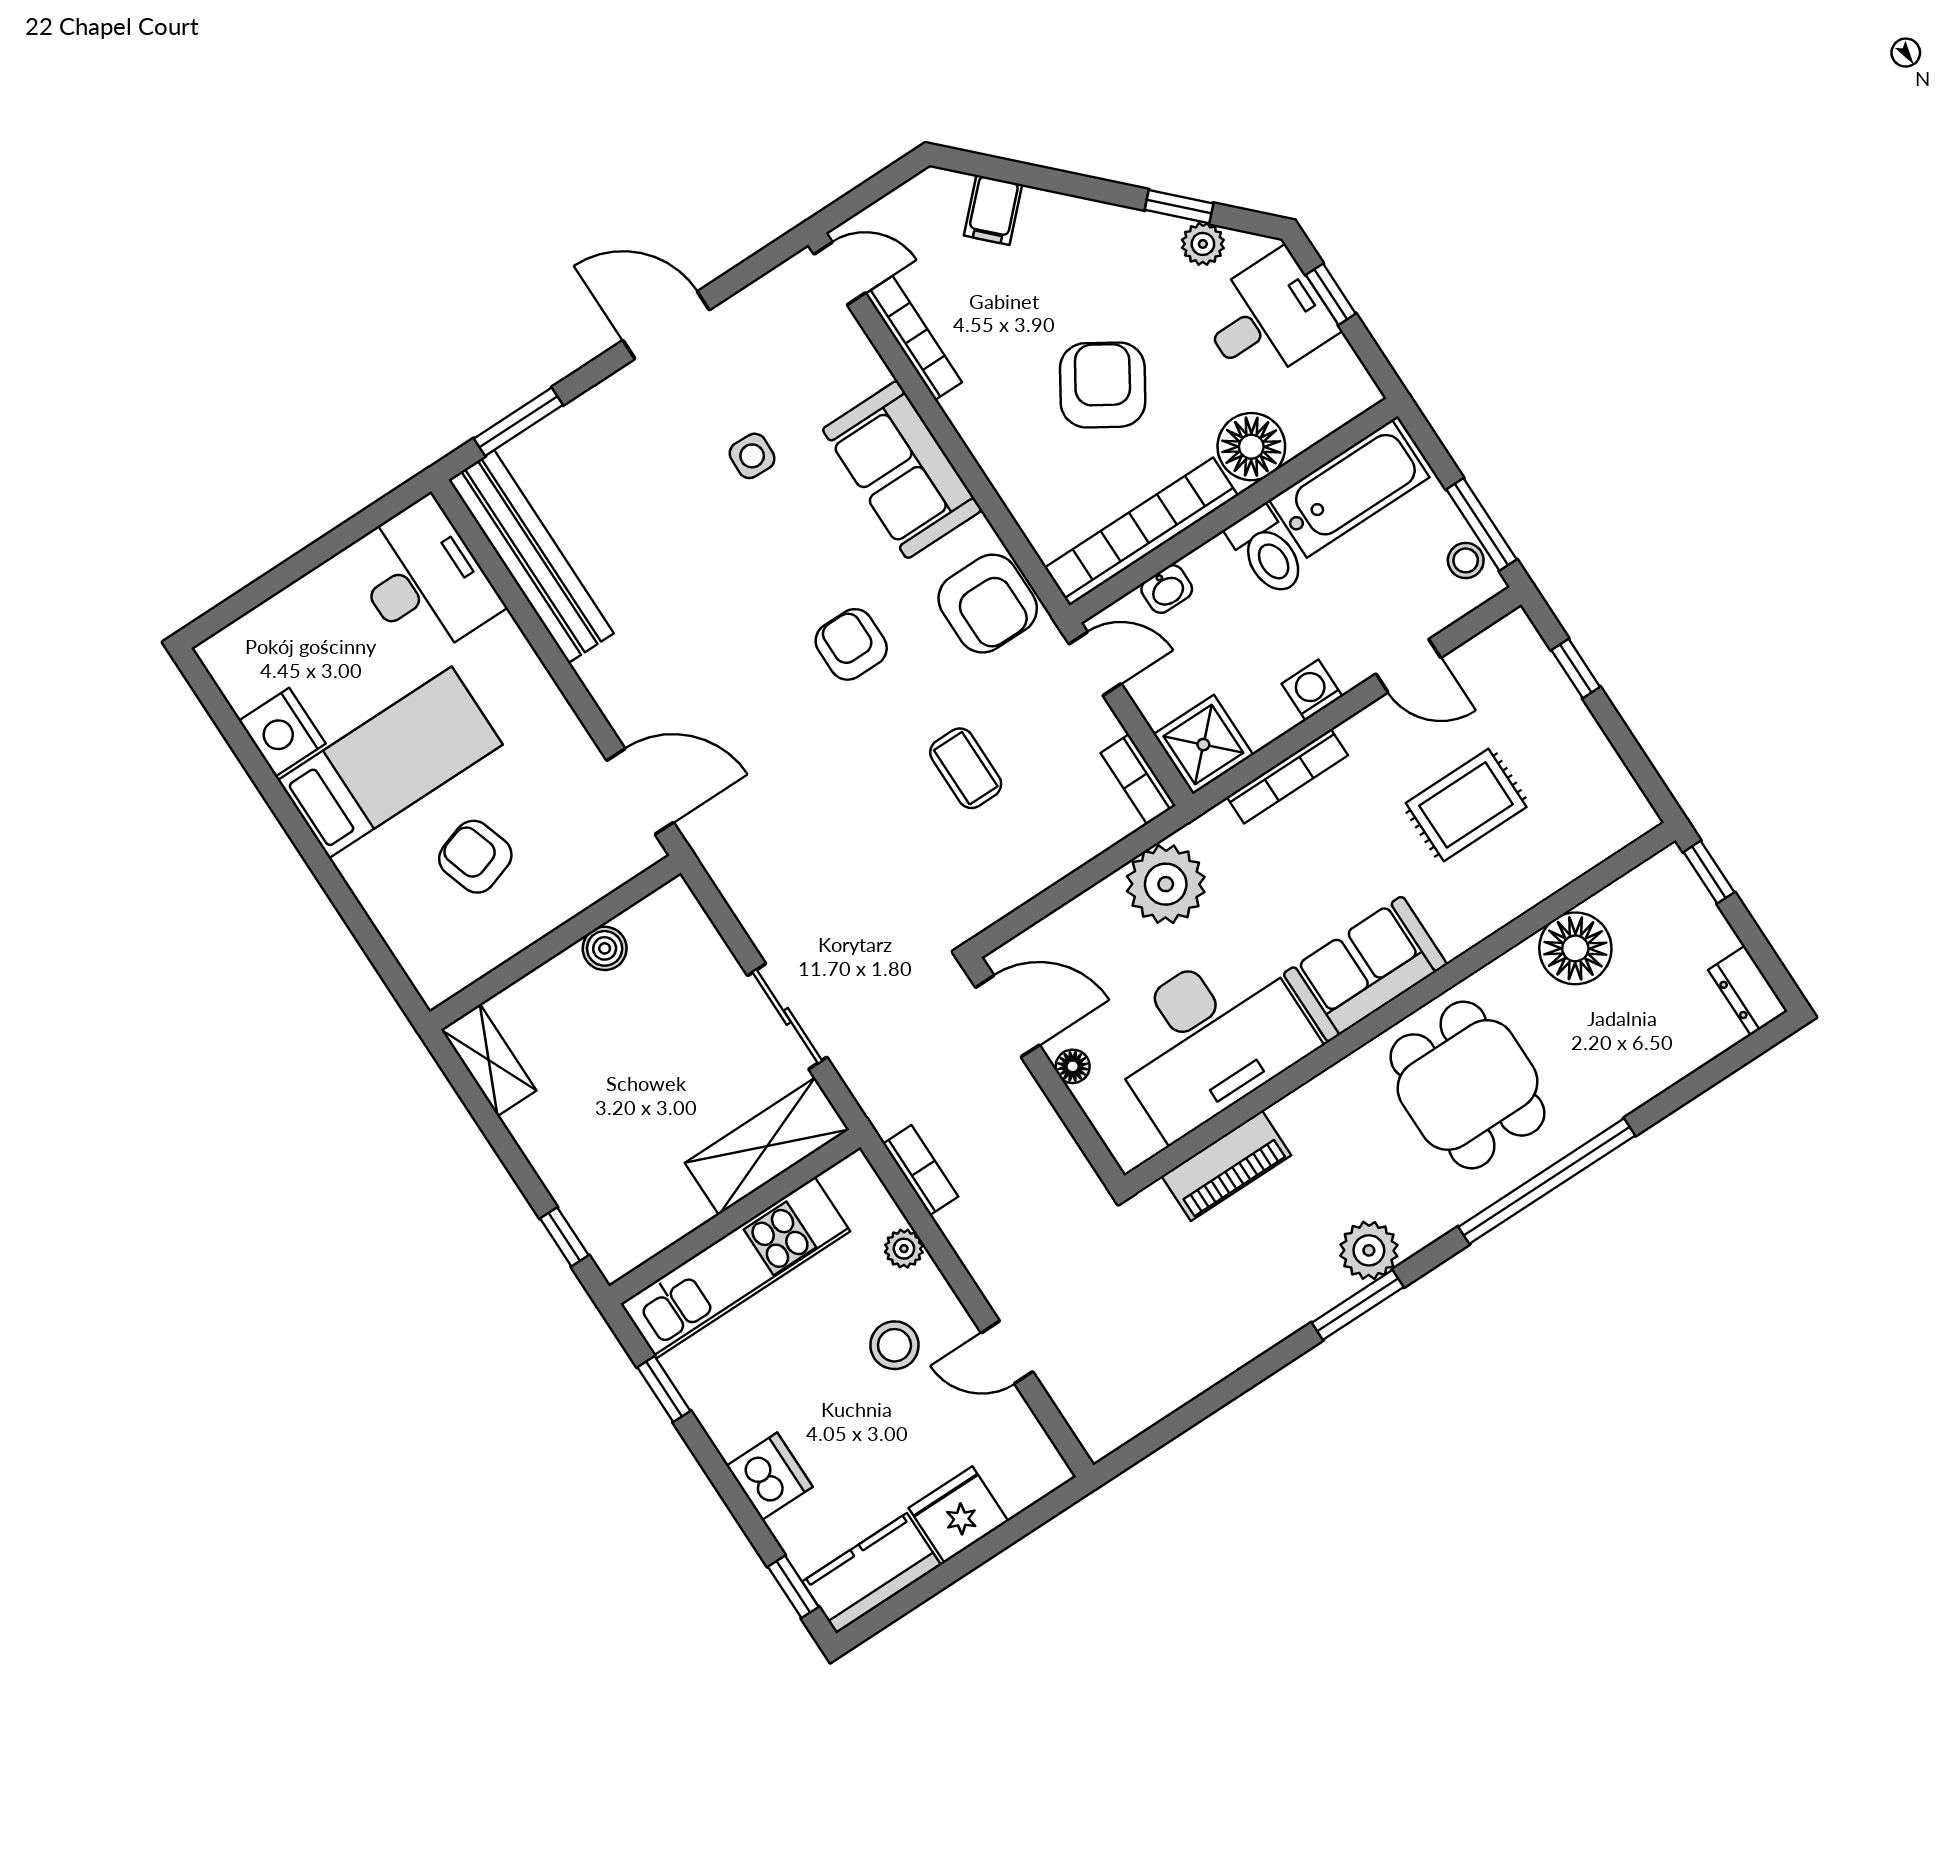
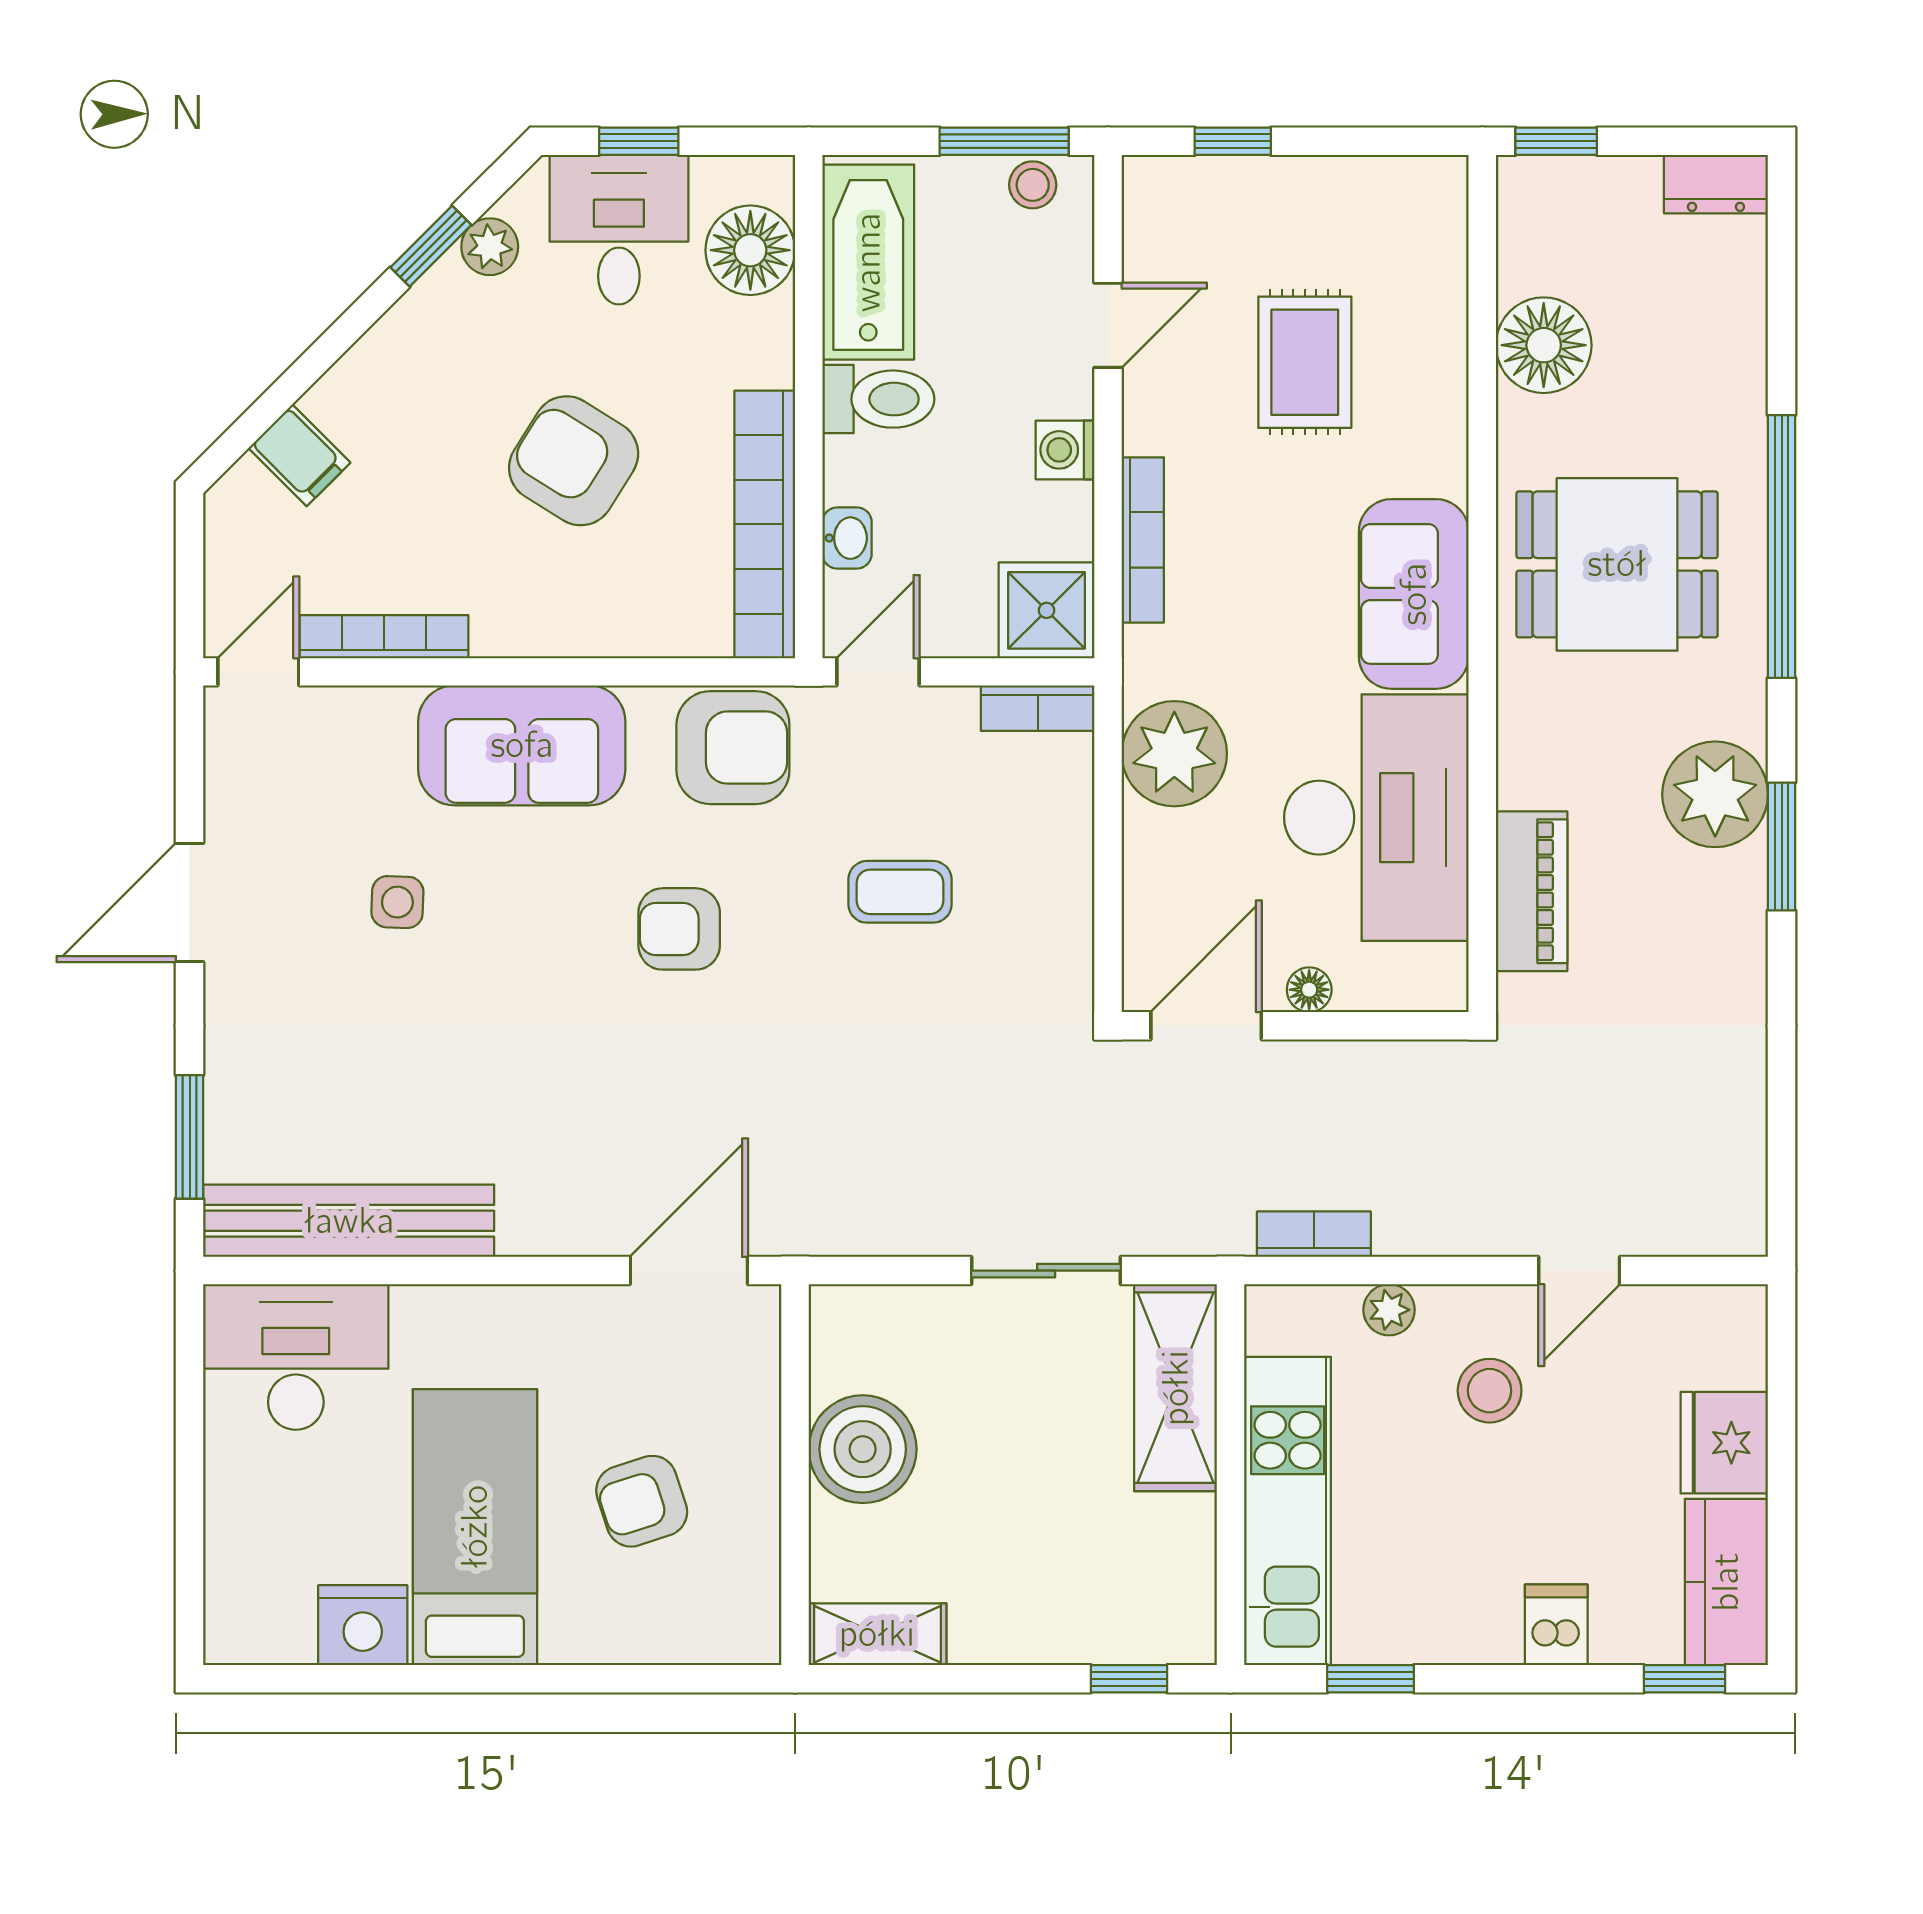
floor lamp: (1251, 447) -> (750, 250), moved
boiler: (605, 948) -> (863, 1449), width x1.86, depth x1.86
plant: (1369, 1250) -> (1715, 794), width x1.36, depth x1.36
dishwasher: (770, 1476) -> (1556, 1625), width x0.73

